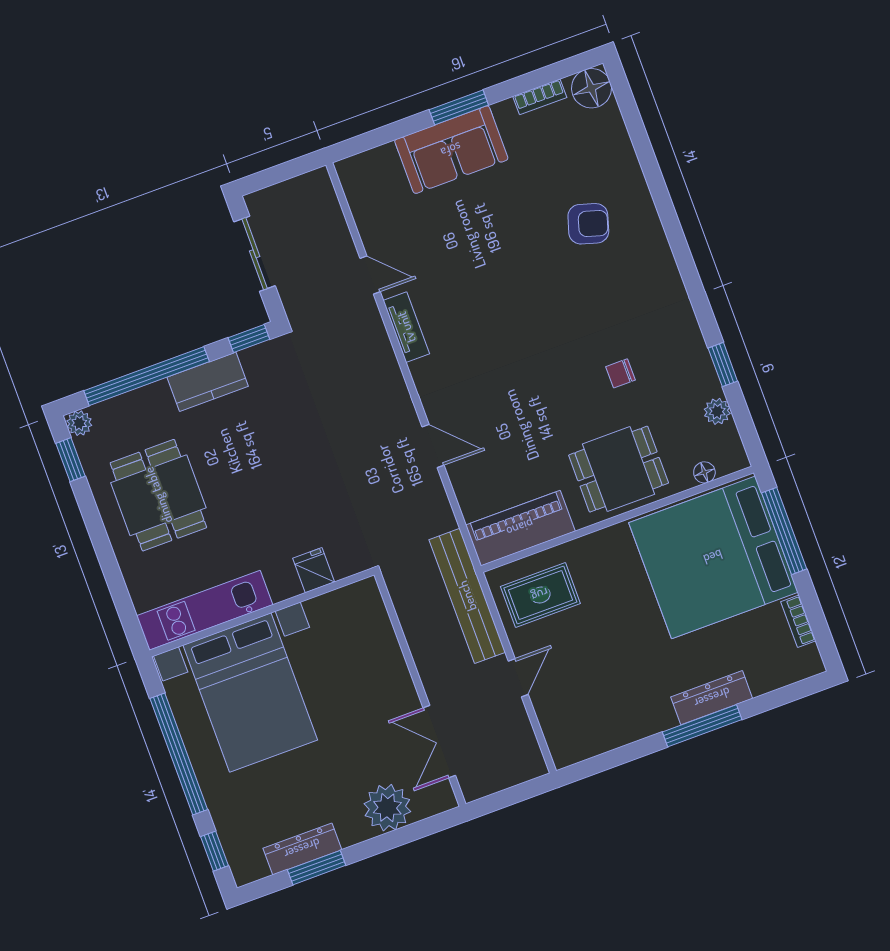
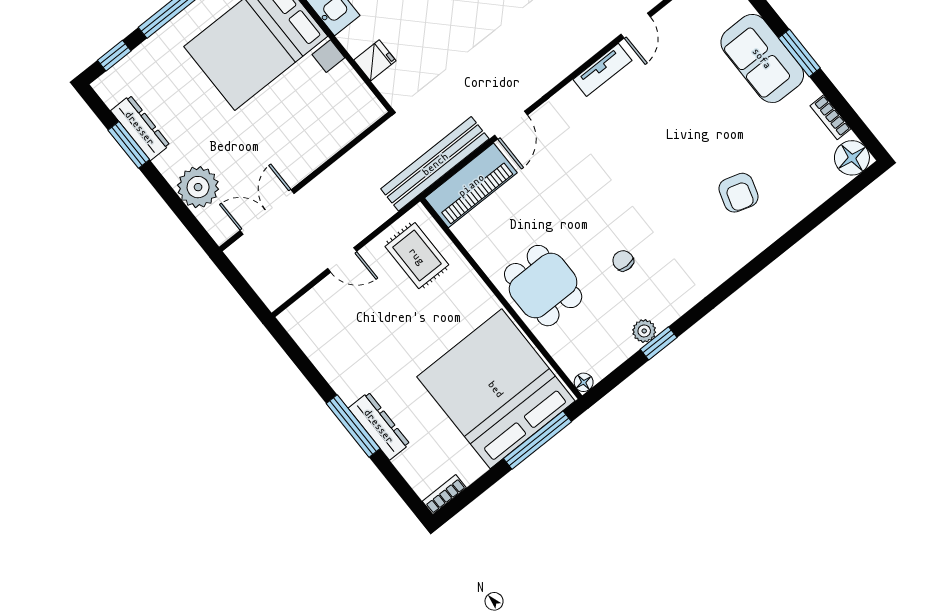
plant: (717, 411) -> (644, 331), moved
floor lamp: (704, 472) -> (584, 382), moved
piano: (520, 528) -> (471, 185), moved, turned 90
bench: (467, 596) -> (435, 164), moved
bookcase: (798, 621) -> (444, 495), moved

